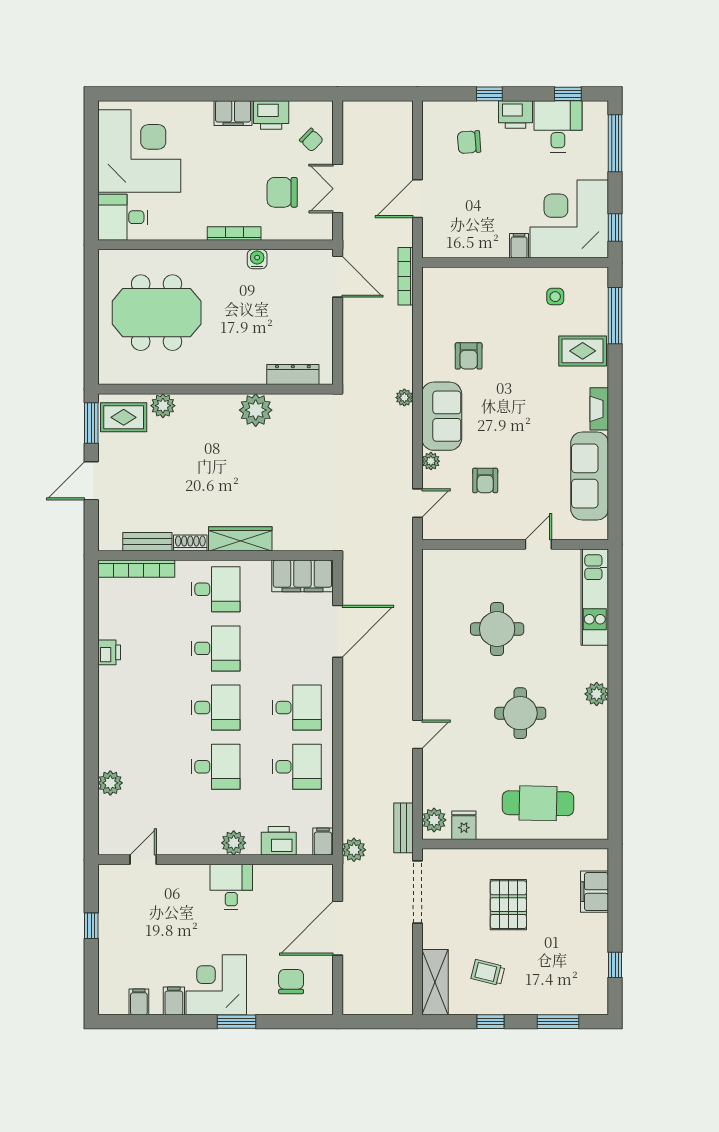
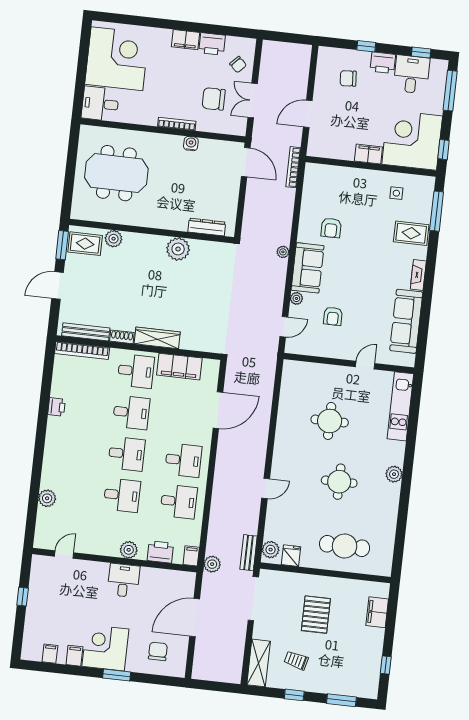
filing cabinet: (519, 246) -> (368, 154), width x2.00
bench: (147, 542) -> (86, 332), width x1.36
filing cabinet: (302, 576) -> (179, 367), moved

